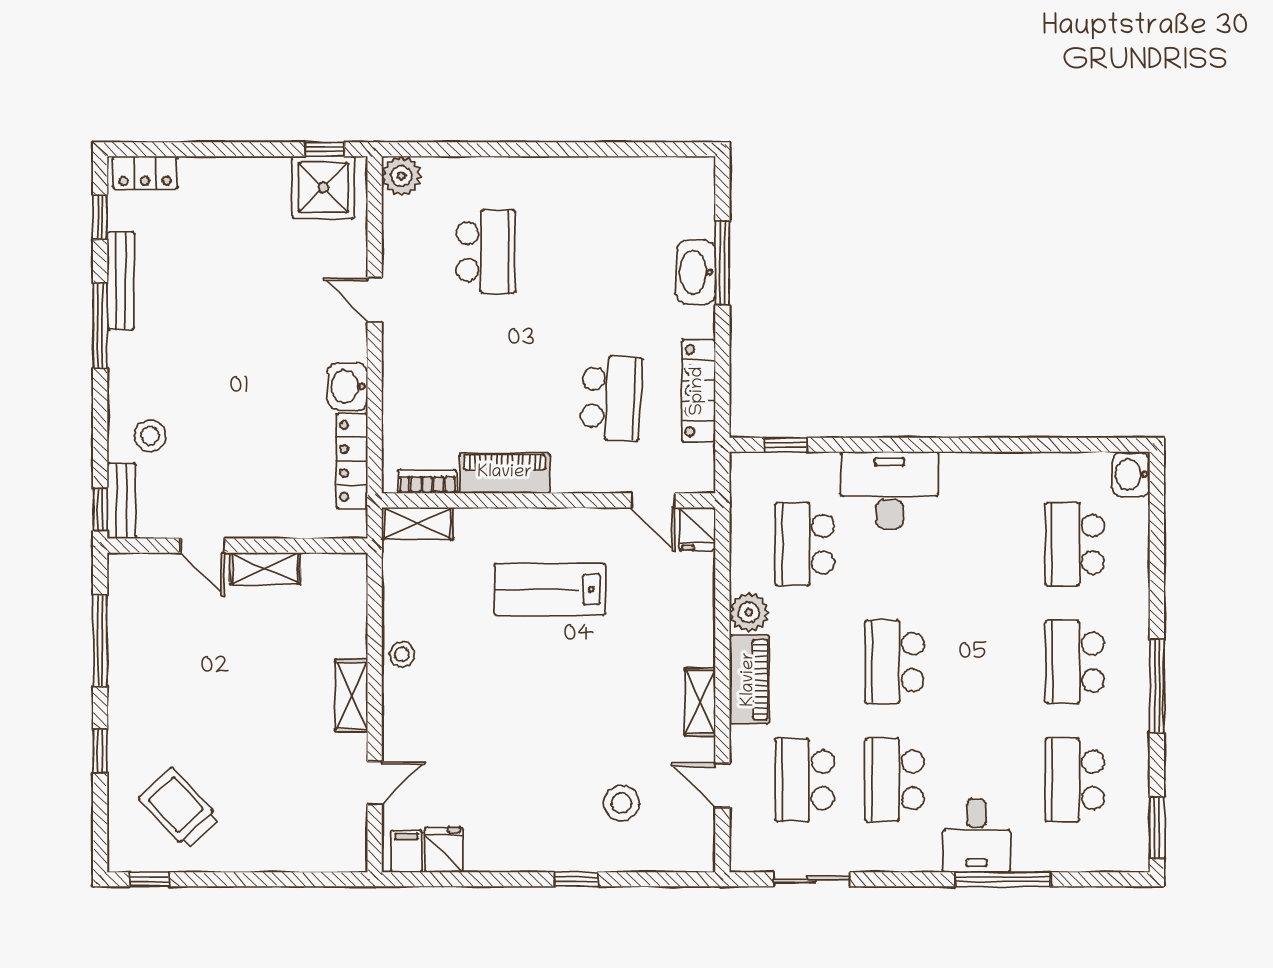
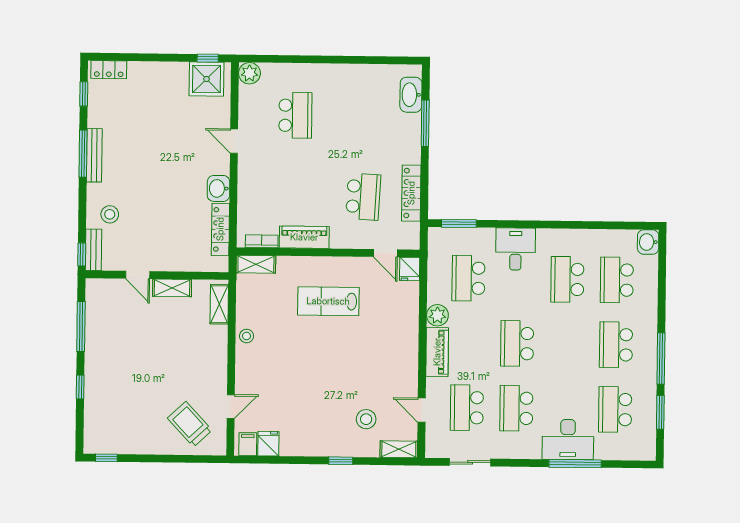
washbasin: (696, 272) -> (411, 95), moved
bench: (121, 280) -> (94, 155), moved
window: (786, 445) -> (459, 223), width x1.50
desk: (889, 490) -> (515, 249), width x0.73
school desk: (985, 544) -> (567, 279), added
shelving: (351, 696) -> (219, 304), moved
shelving: (700, 702) -> (399, 449), moved, turned 90
trolley: (179, 808) -> (190, 424), moved
window: (1157, 828) -> (660, 412), moved
desk: (976, 836) -> (568, 440), width x1.37

